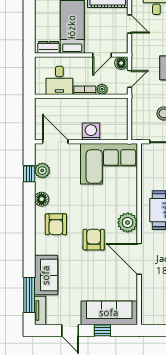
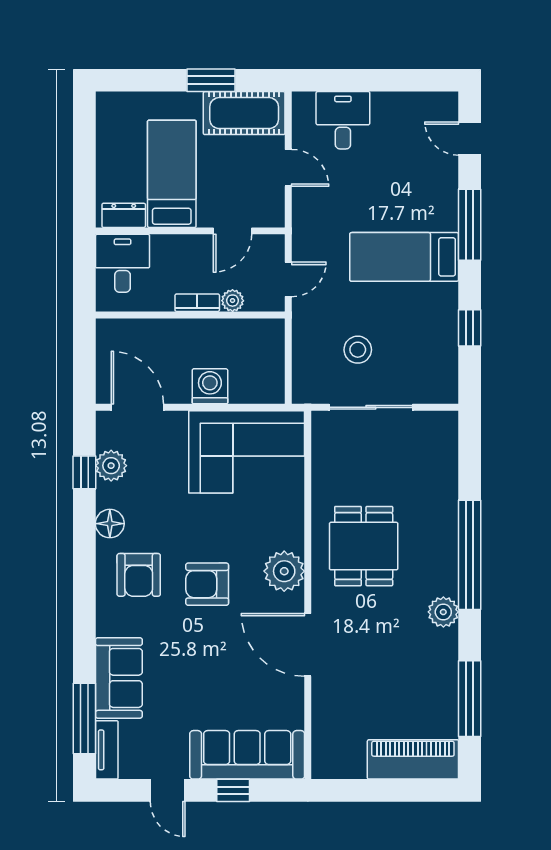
floor lamp: (121, 63) -> (271, 247), removed
desk: (59, 80) -> (123, 263), moved, turned 180
armchair: (94, 240) -> (207, 584), moved, turned -90

